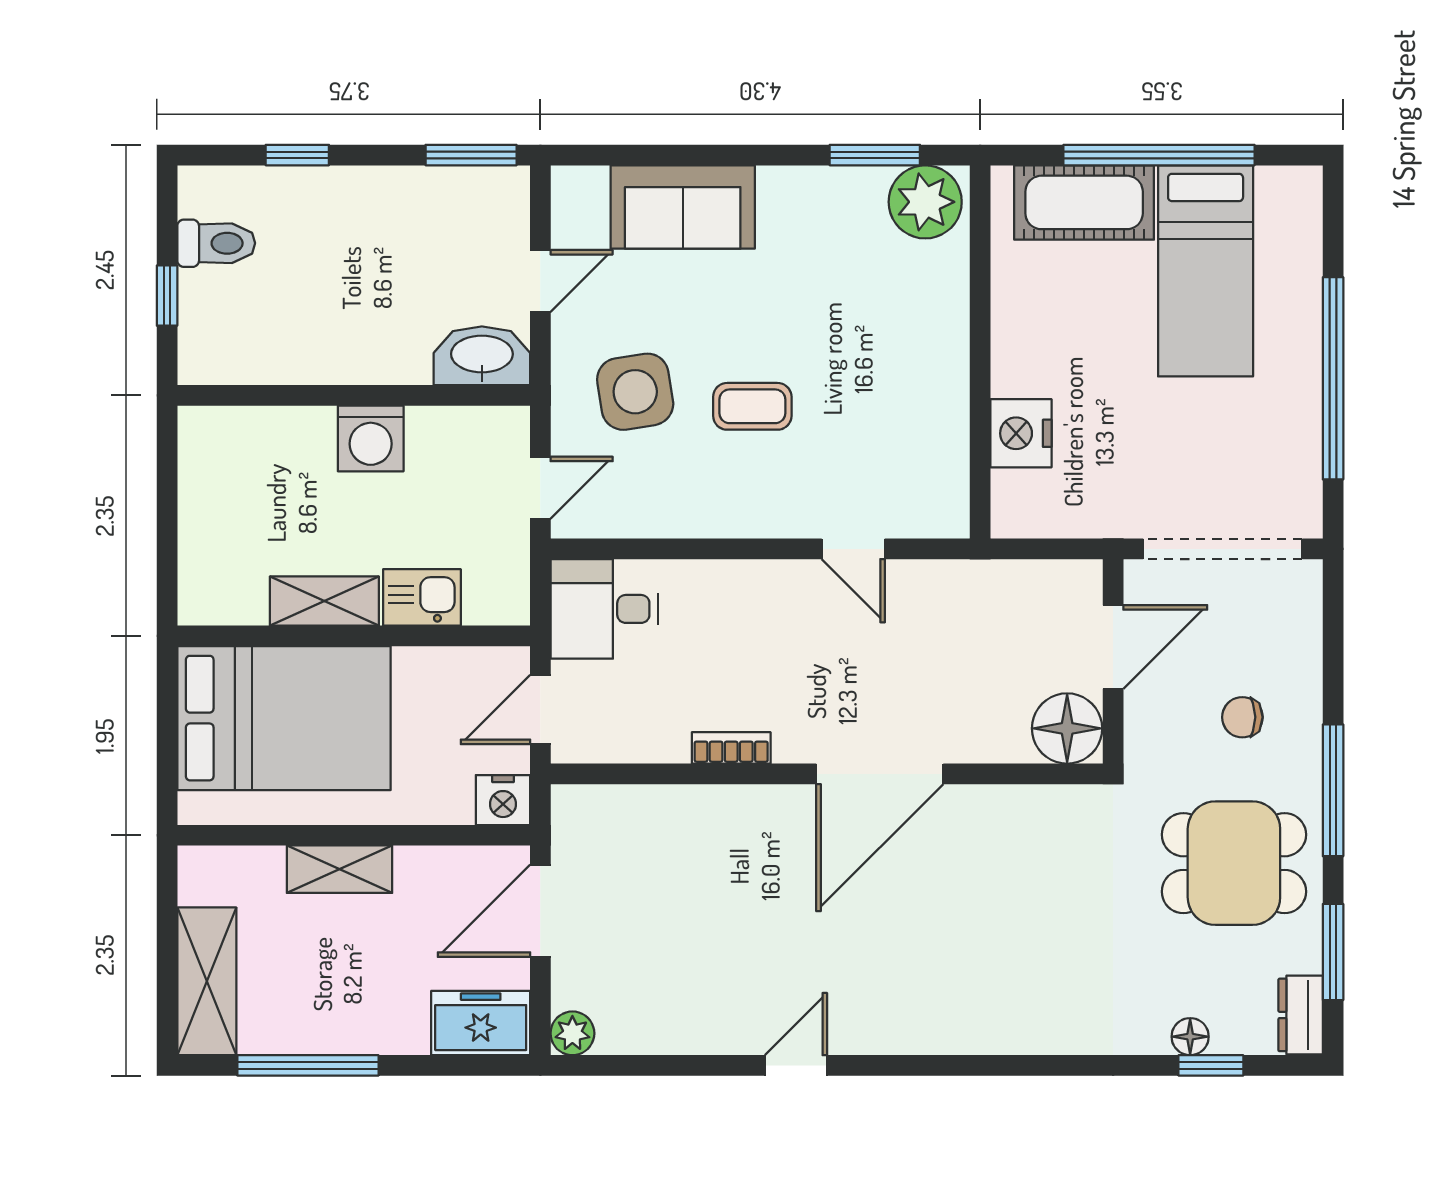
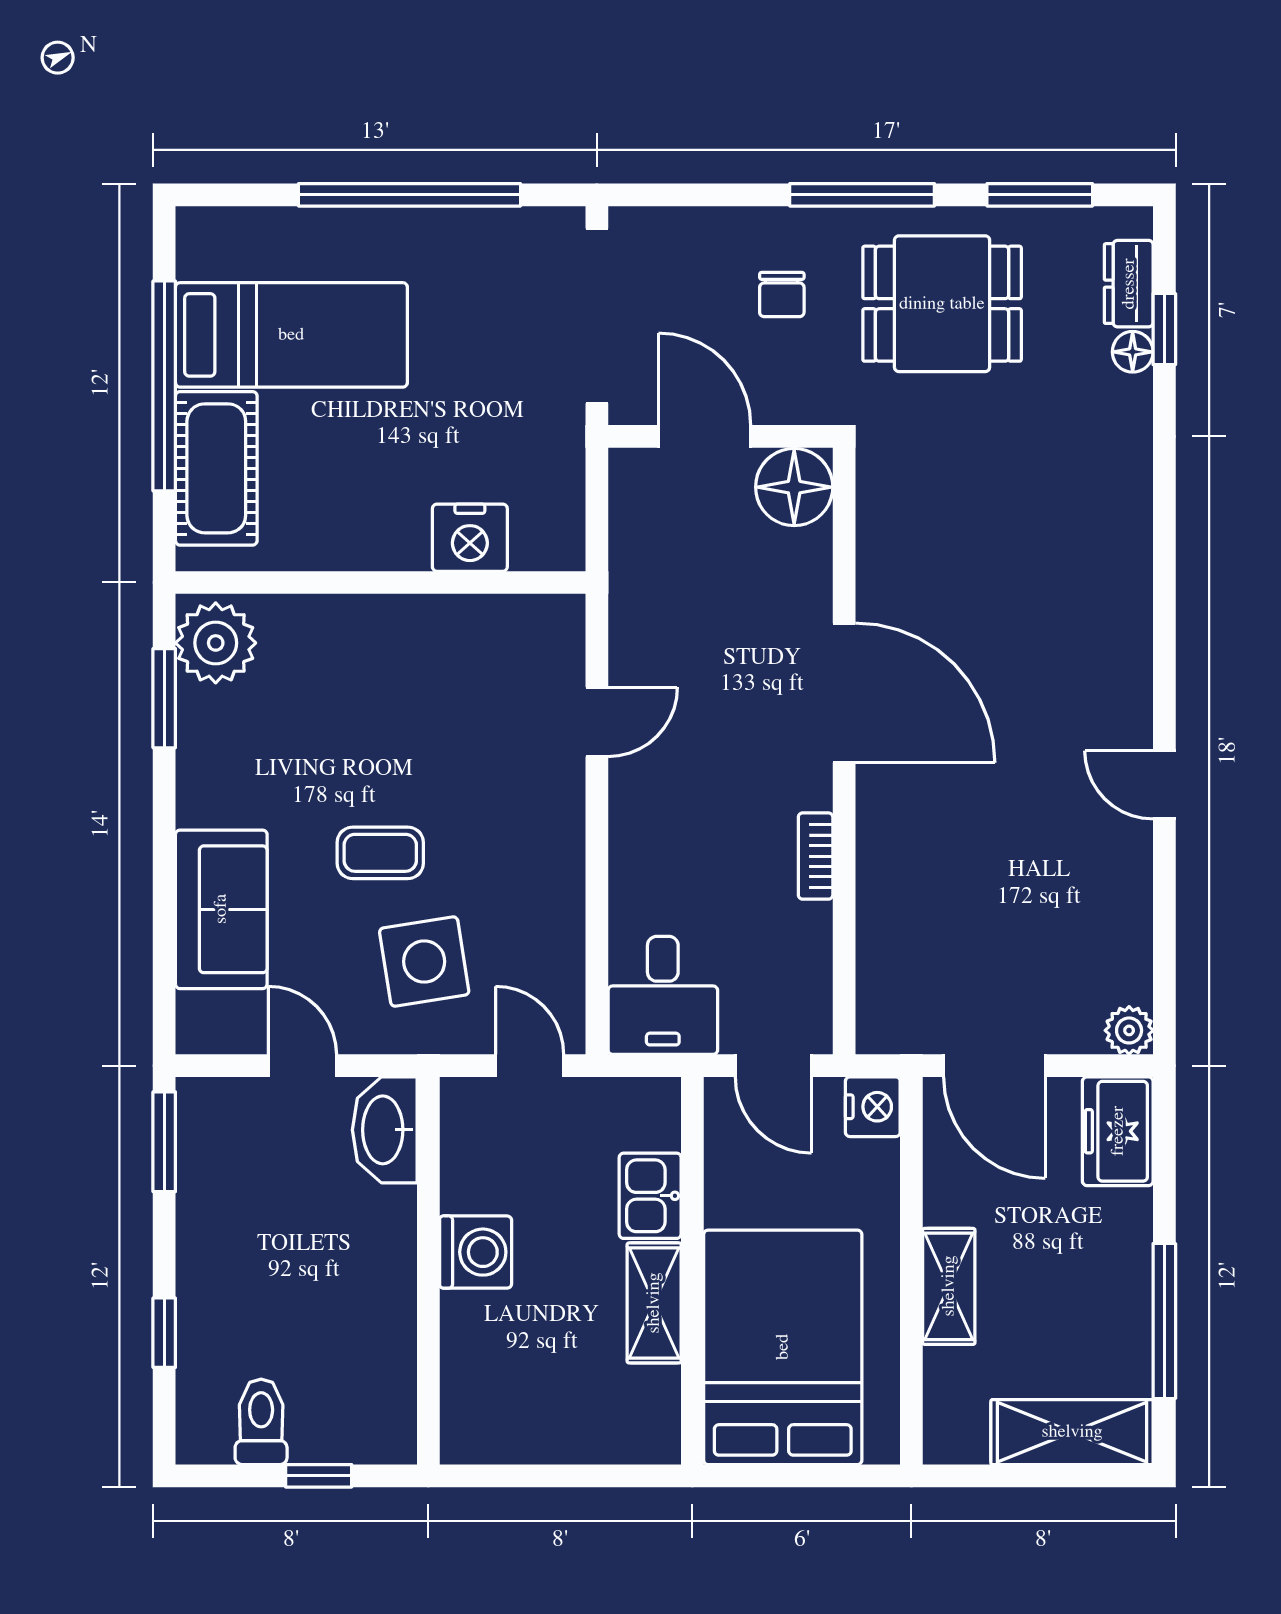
coffee table: (752, 406) -> (380, 853), moved, turned 90
dining table: (1234, 863) -> (942, 304), turned 90
dresser: (1301, 1015) -> (1129, 284), moved, turned 90

